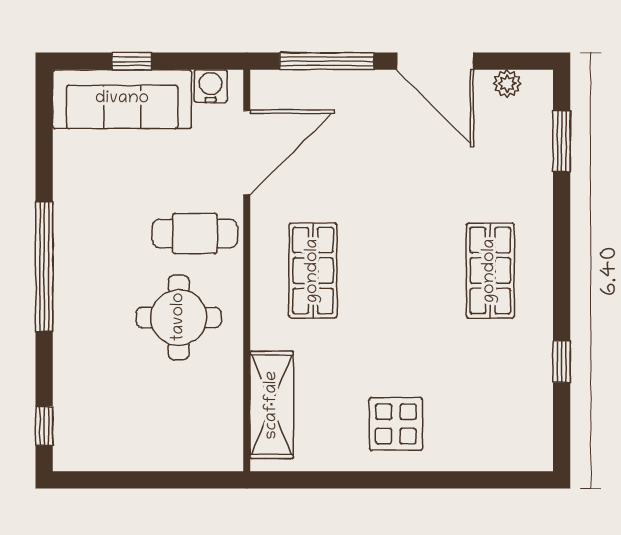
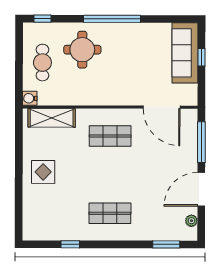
water cooler: (211, 86) -> (30, 98), moved, turned 180
cafe table: (195, 234) -> (42, 63), moved
round table: (179, 317) -> (82, 50), moved

